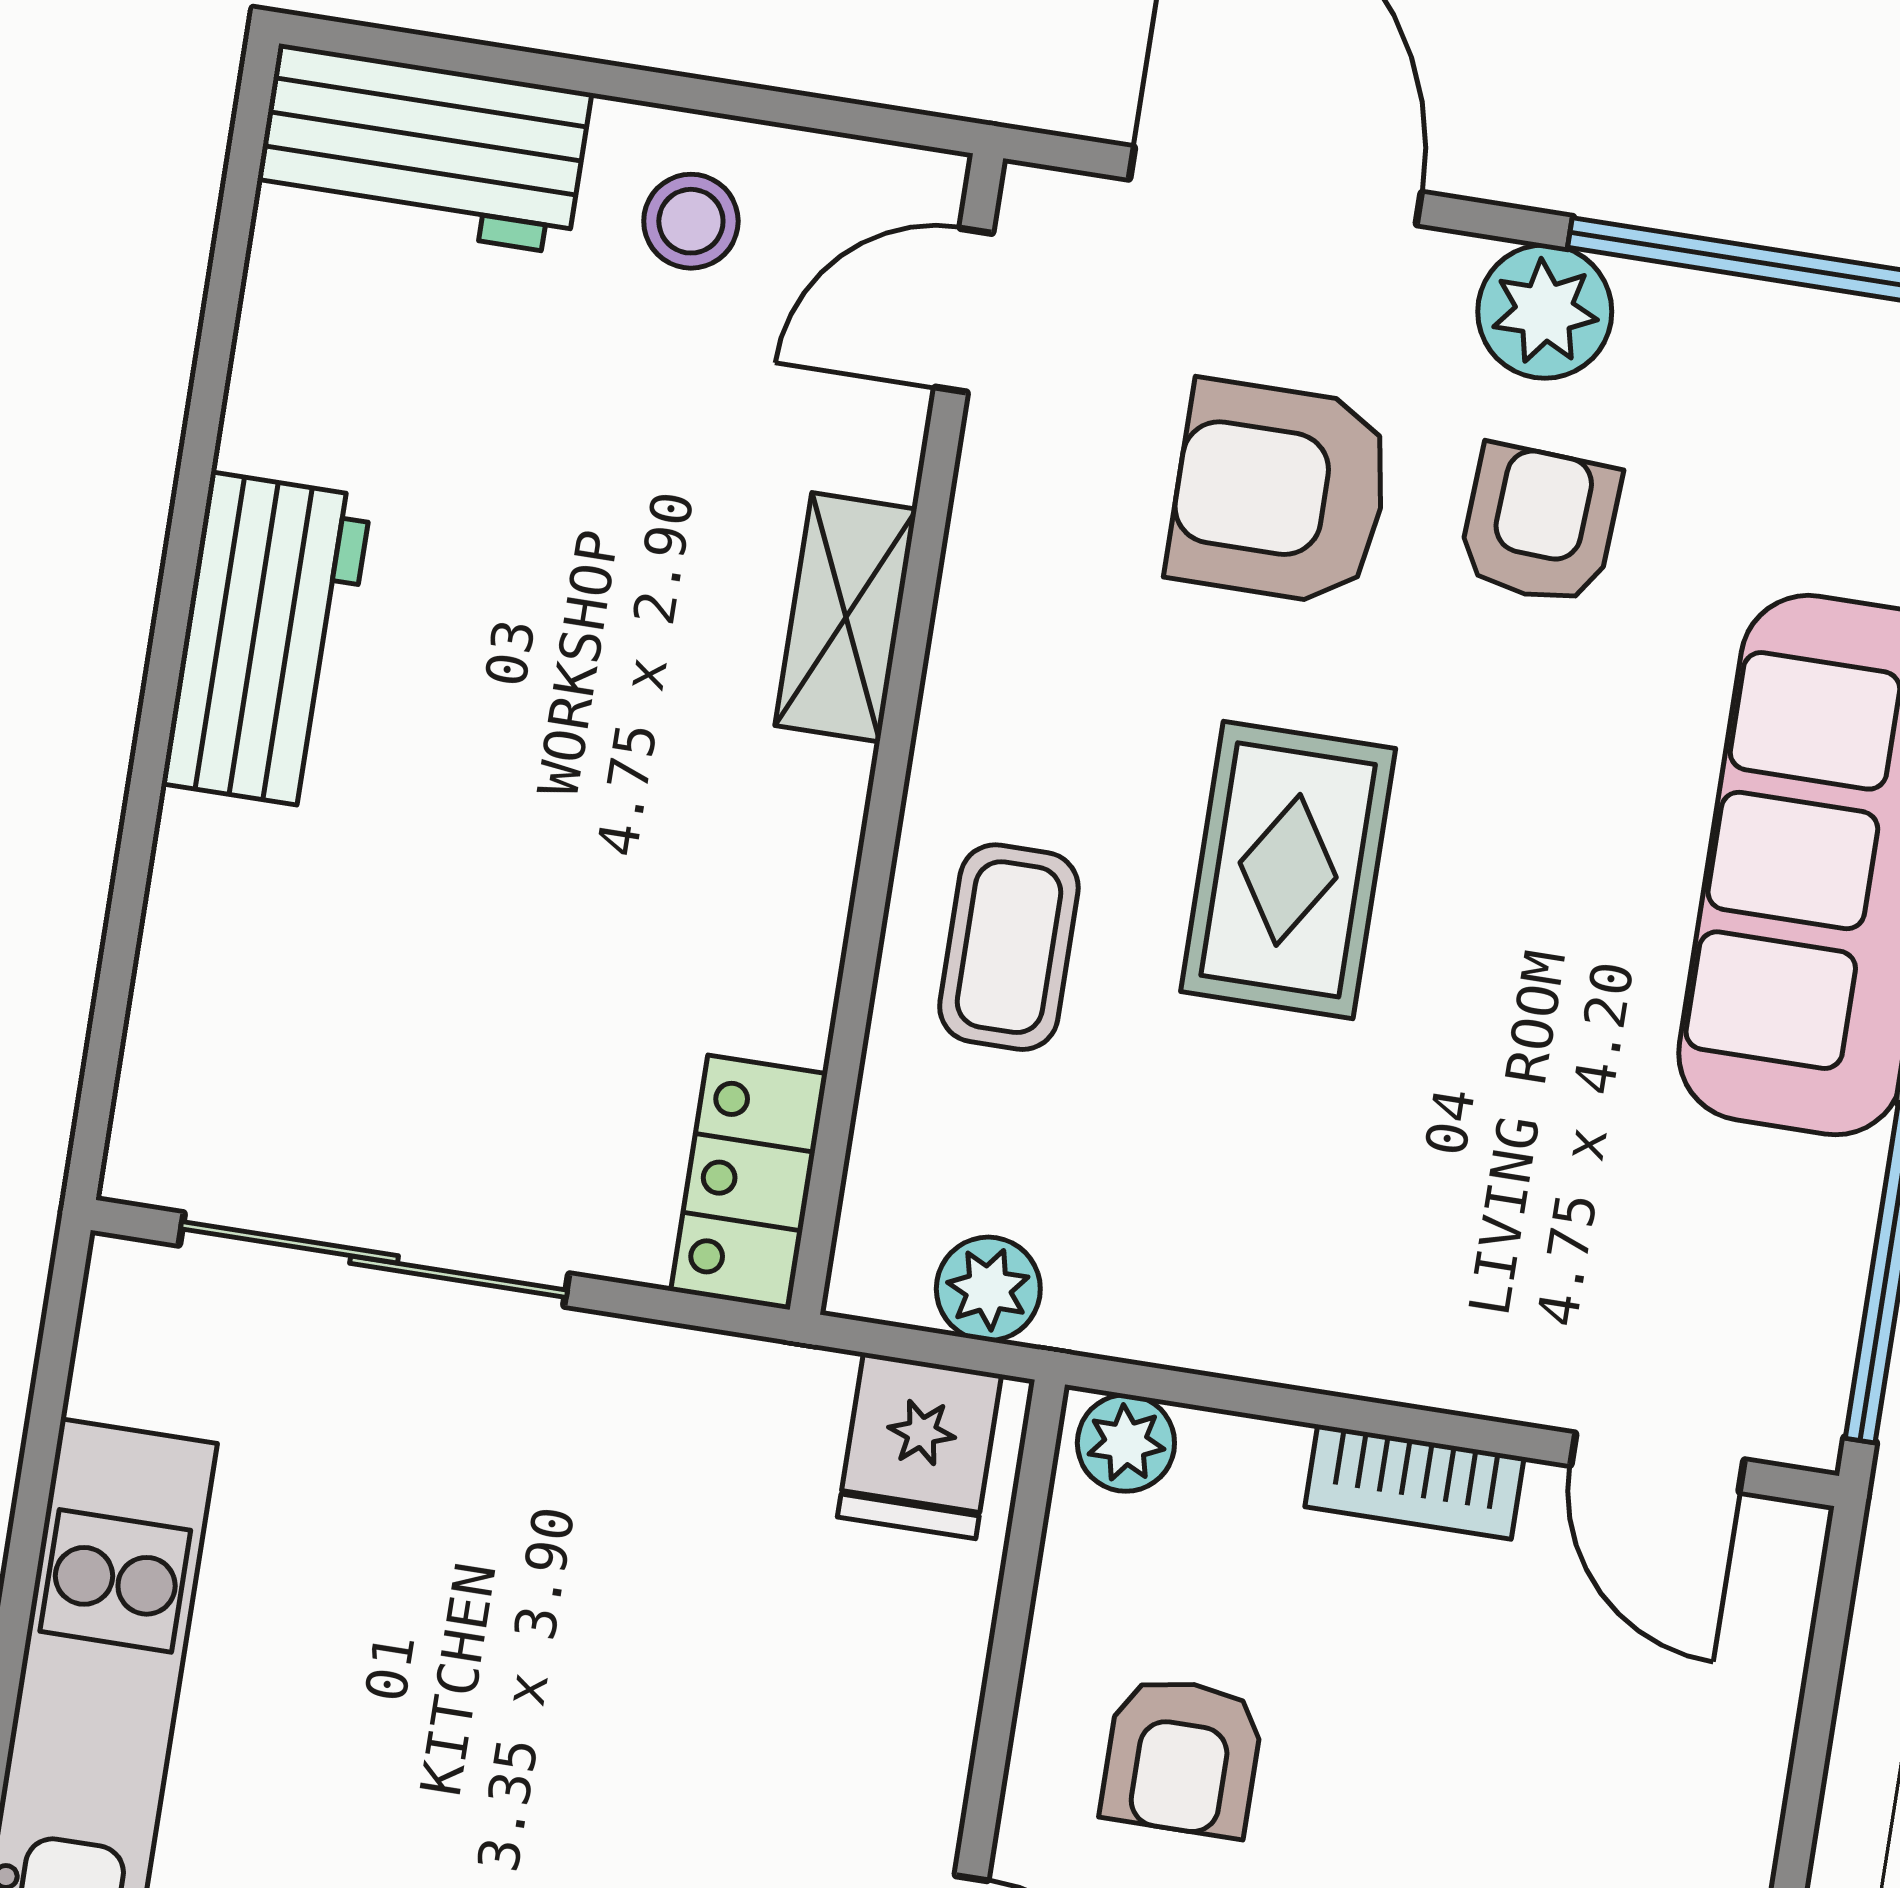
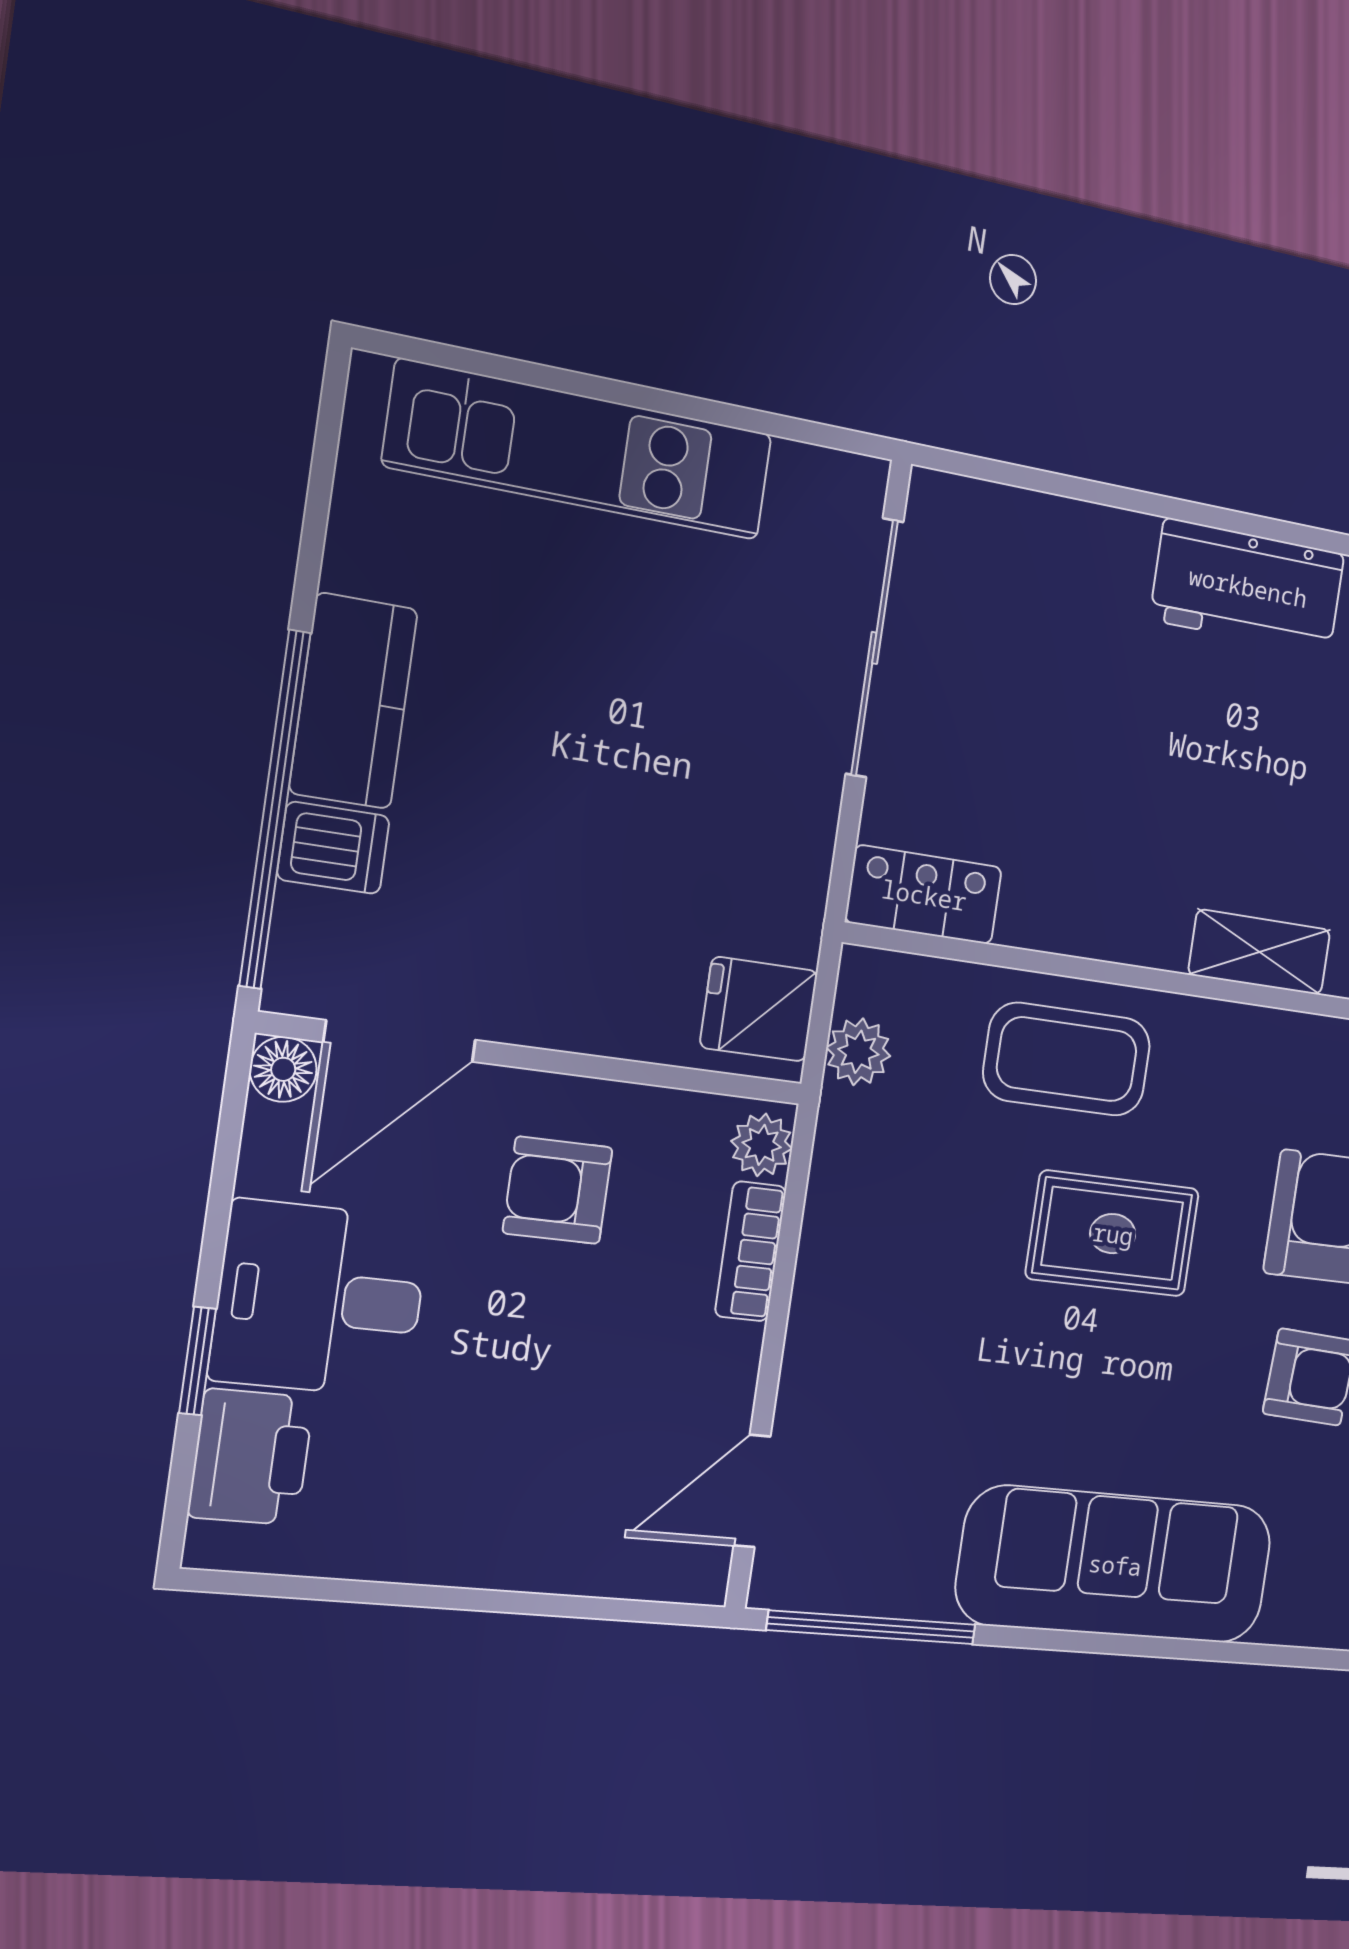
coffee table: (1009, 947) -> (1067, 1059), width x1.36, depth x1.30
bookcase: (1414, 1482) -> (751, 1251), moved

